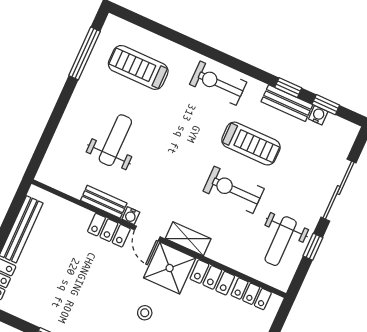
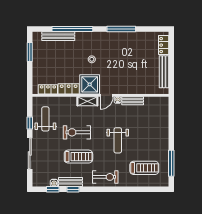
weight bench: (115, 140) -> (118, 140), moved
treadmill: (251, 144) -> (78, 157), turned 180
exercise bike: (234, 190) -> (77, 132), turned 180
locker: (109, 230) -> (125, 89), removed
door: (147, 233) -> (107, 95), swing flipped

